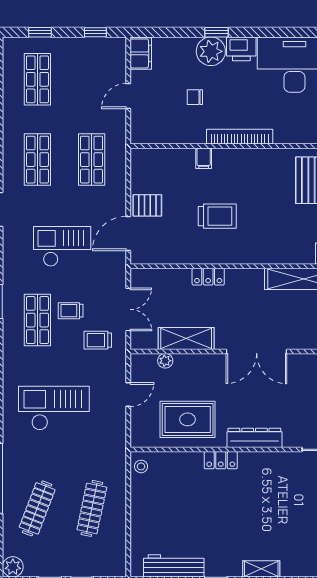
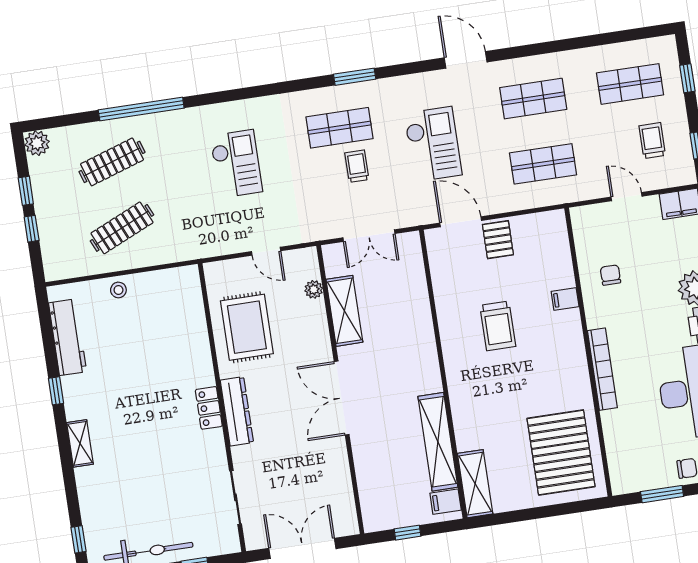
chair: (195, 97) -> (610, 275), moved
bookcase: (240, 137) -> (602, 369), moved
locker: (208, 277) -> (423, 326), removed
trolley: (98, 340) -> (652, 141), moved
checkout: (54, 408) -> (236, 164), width x0.73, depth x0.83
locker: (221, 460) -> (209, 408), moved
stool: (141, 466) -> (118, 290), moved
clothes rail: (37, 508) -> (112, 162), turned -39
clothes rail: (92, 508) -> (122, 228), turned -36

